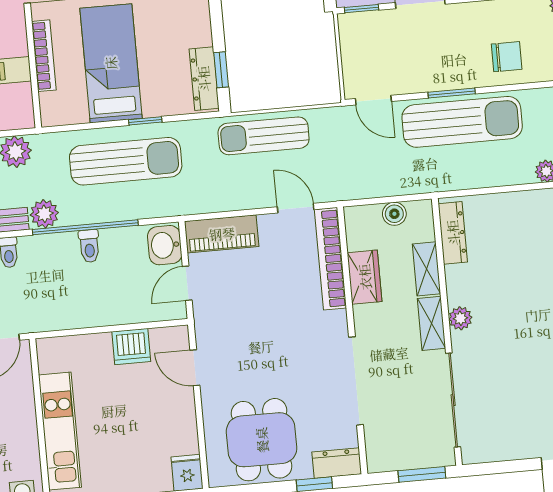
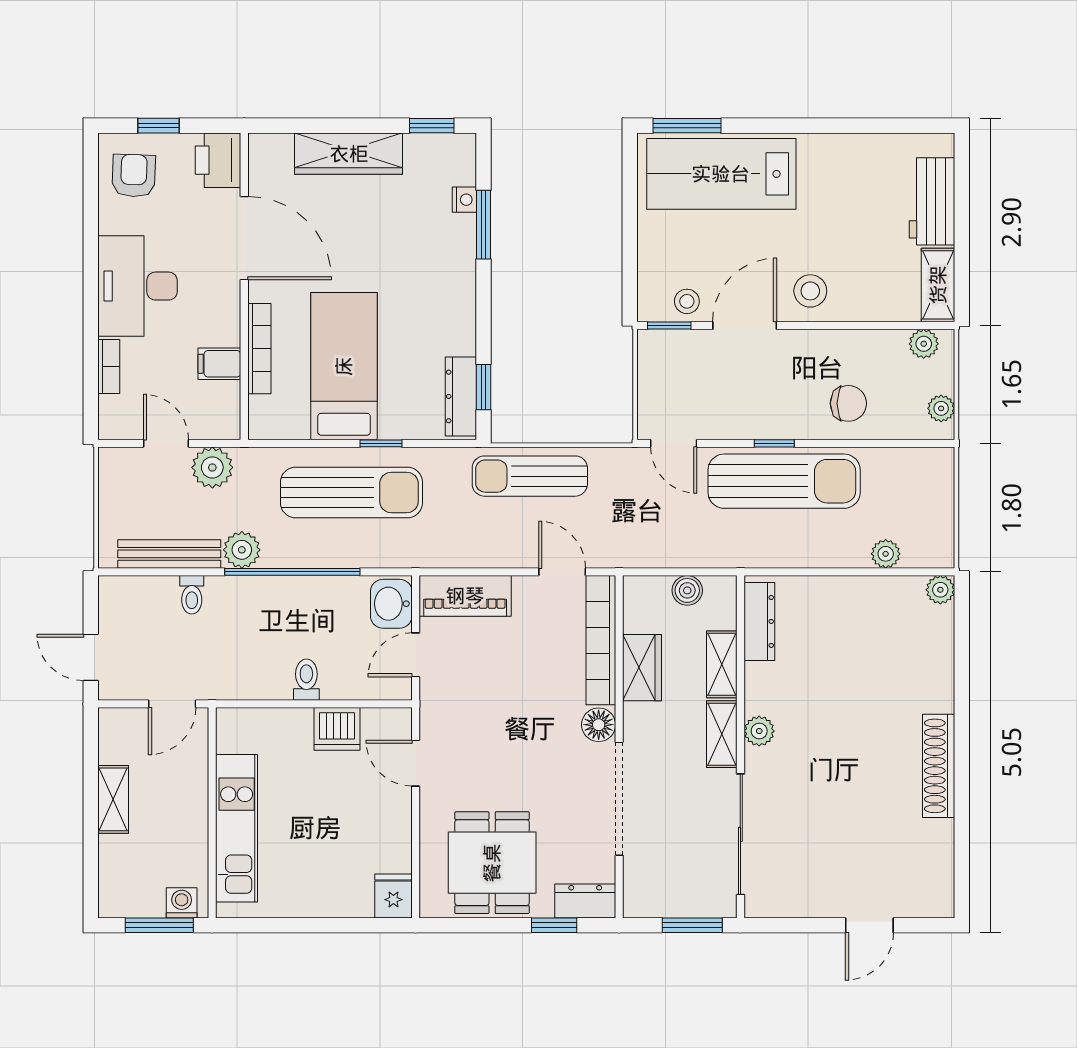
window: (452, 93) -> (774, 443), width x0.67
toilet: (89, 246) -> (306, 680), moved, turned 180
floor lamp: (335, 325) -> (599, 725), added

